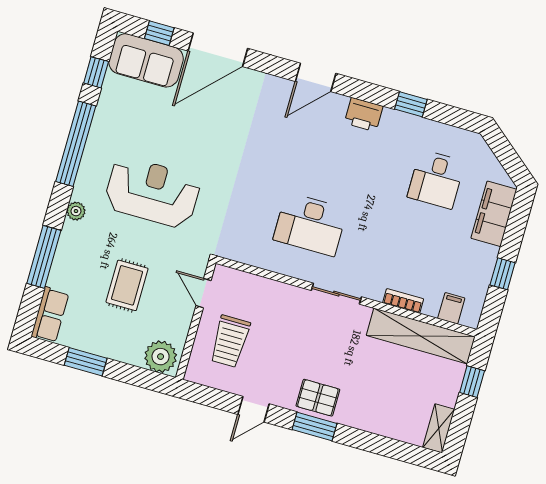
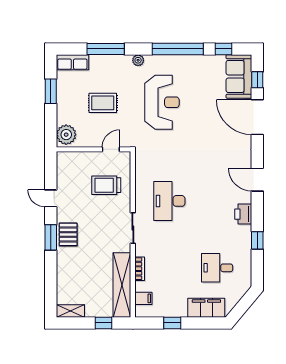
trolley: (230, 341) -> (106, 185), moved

